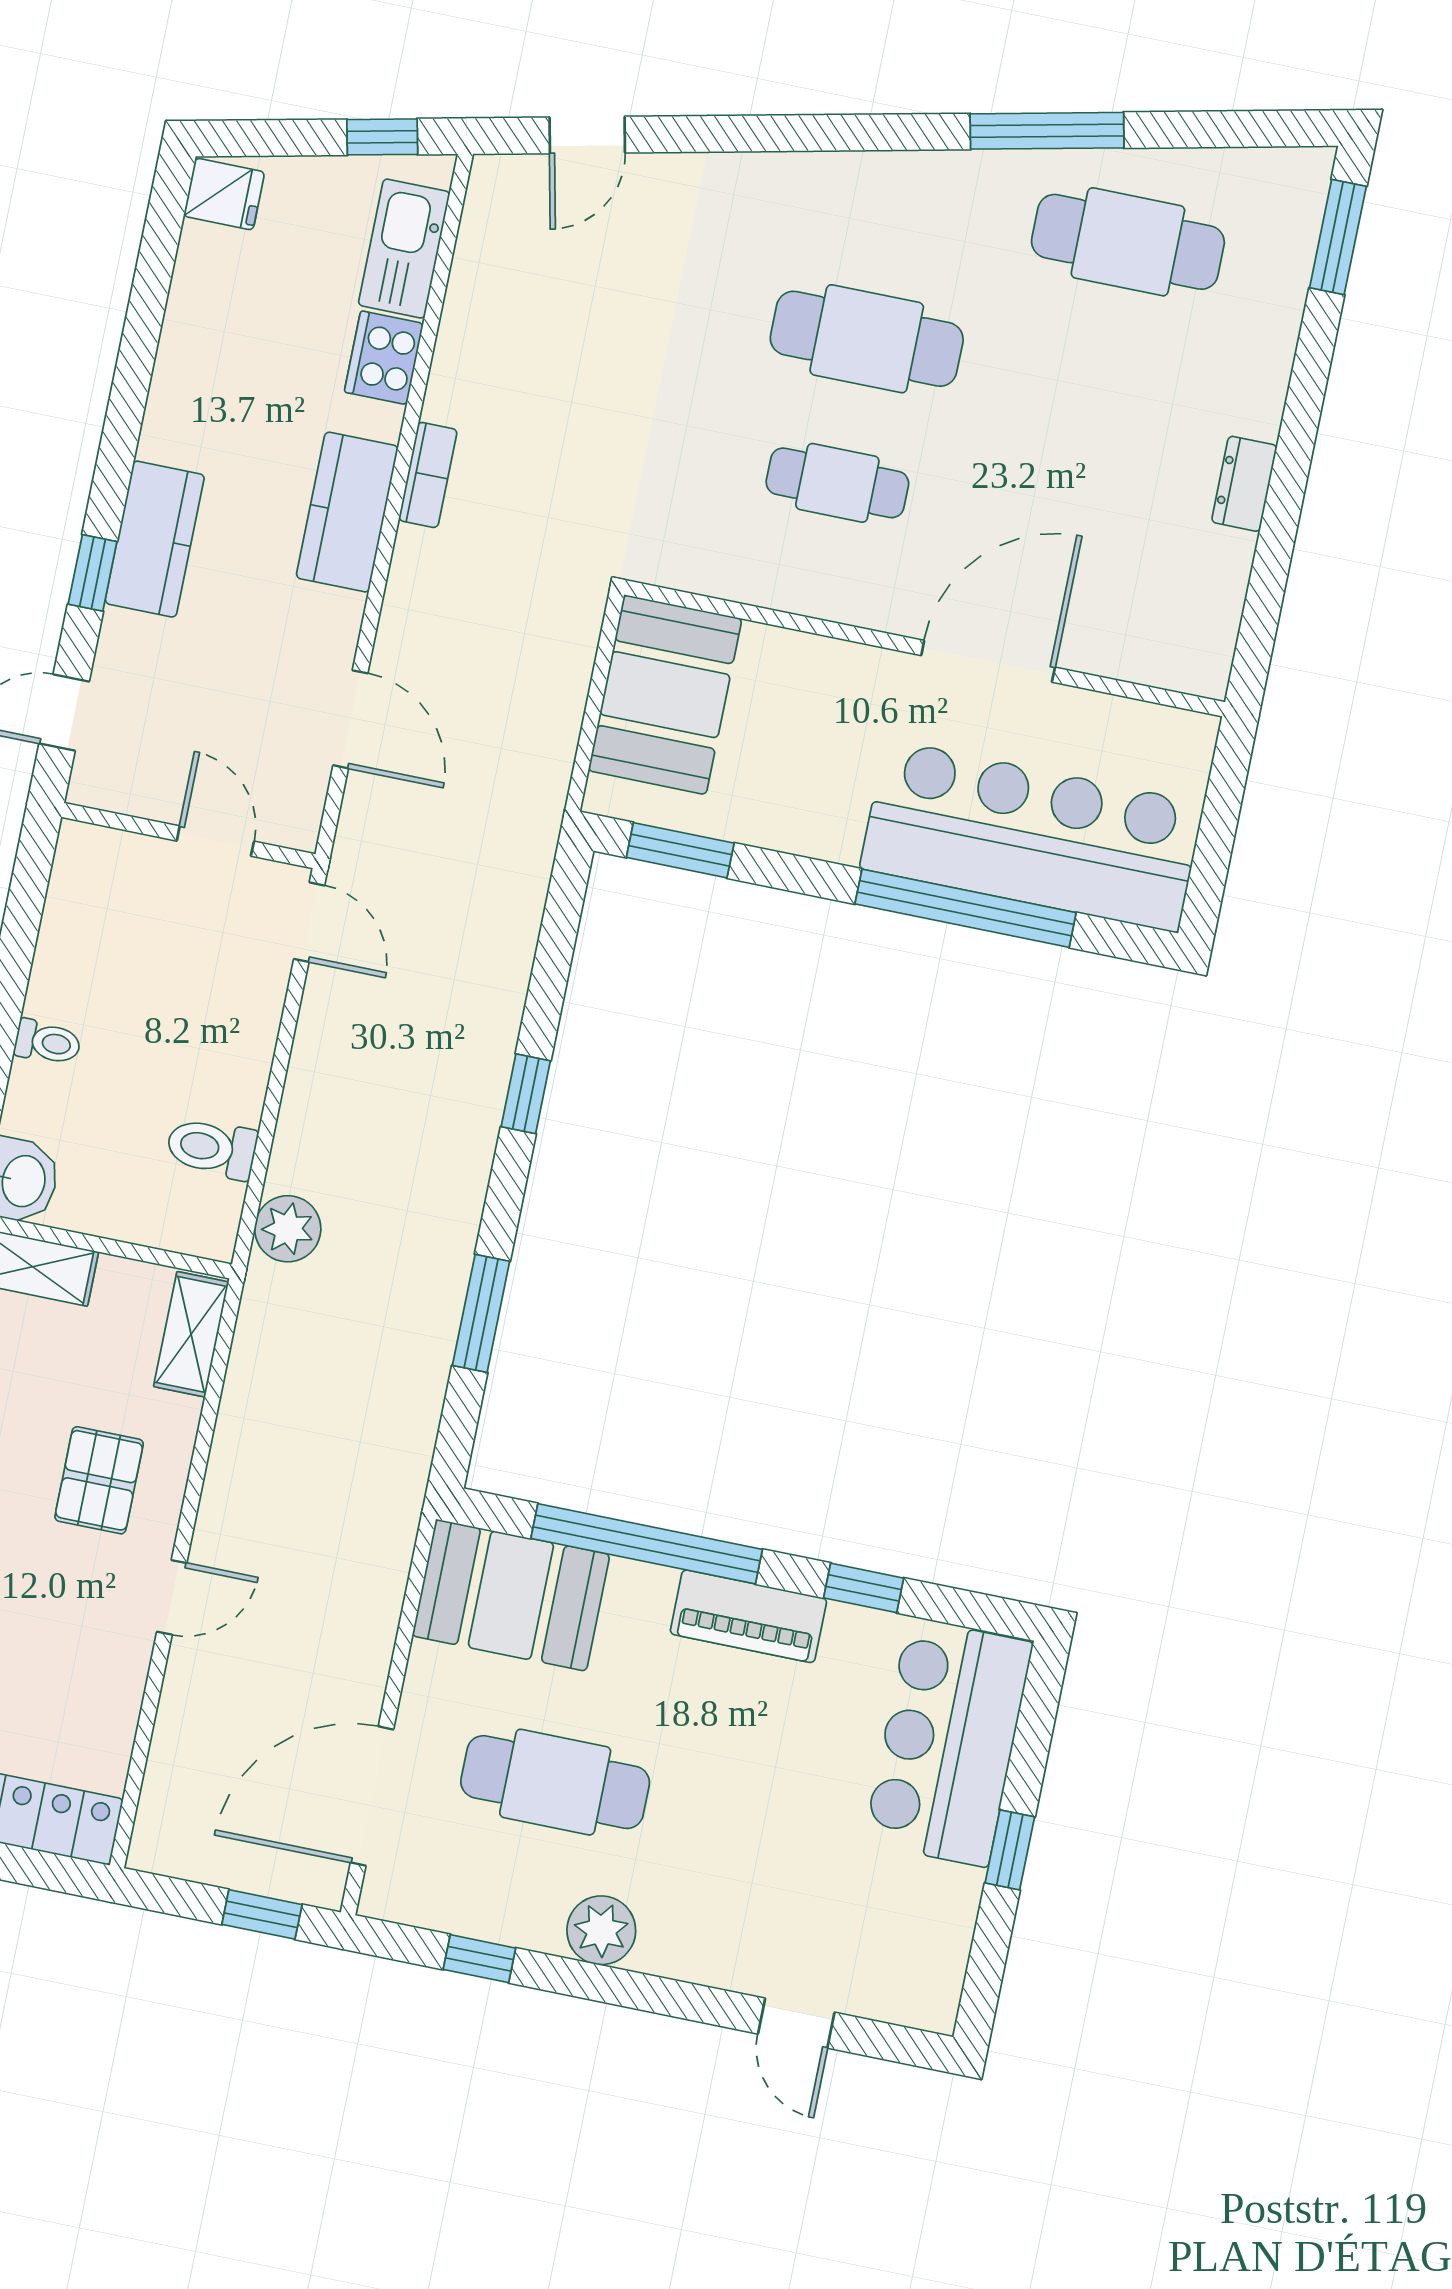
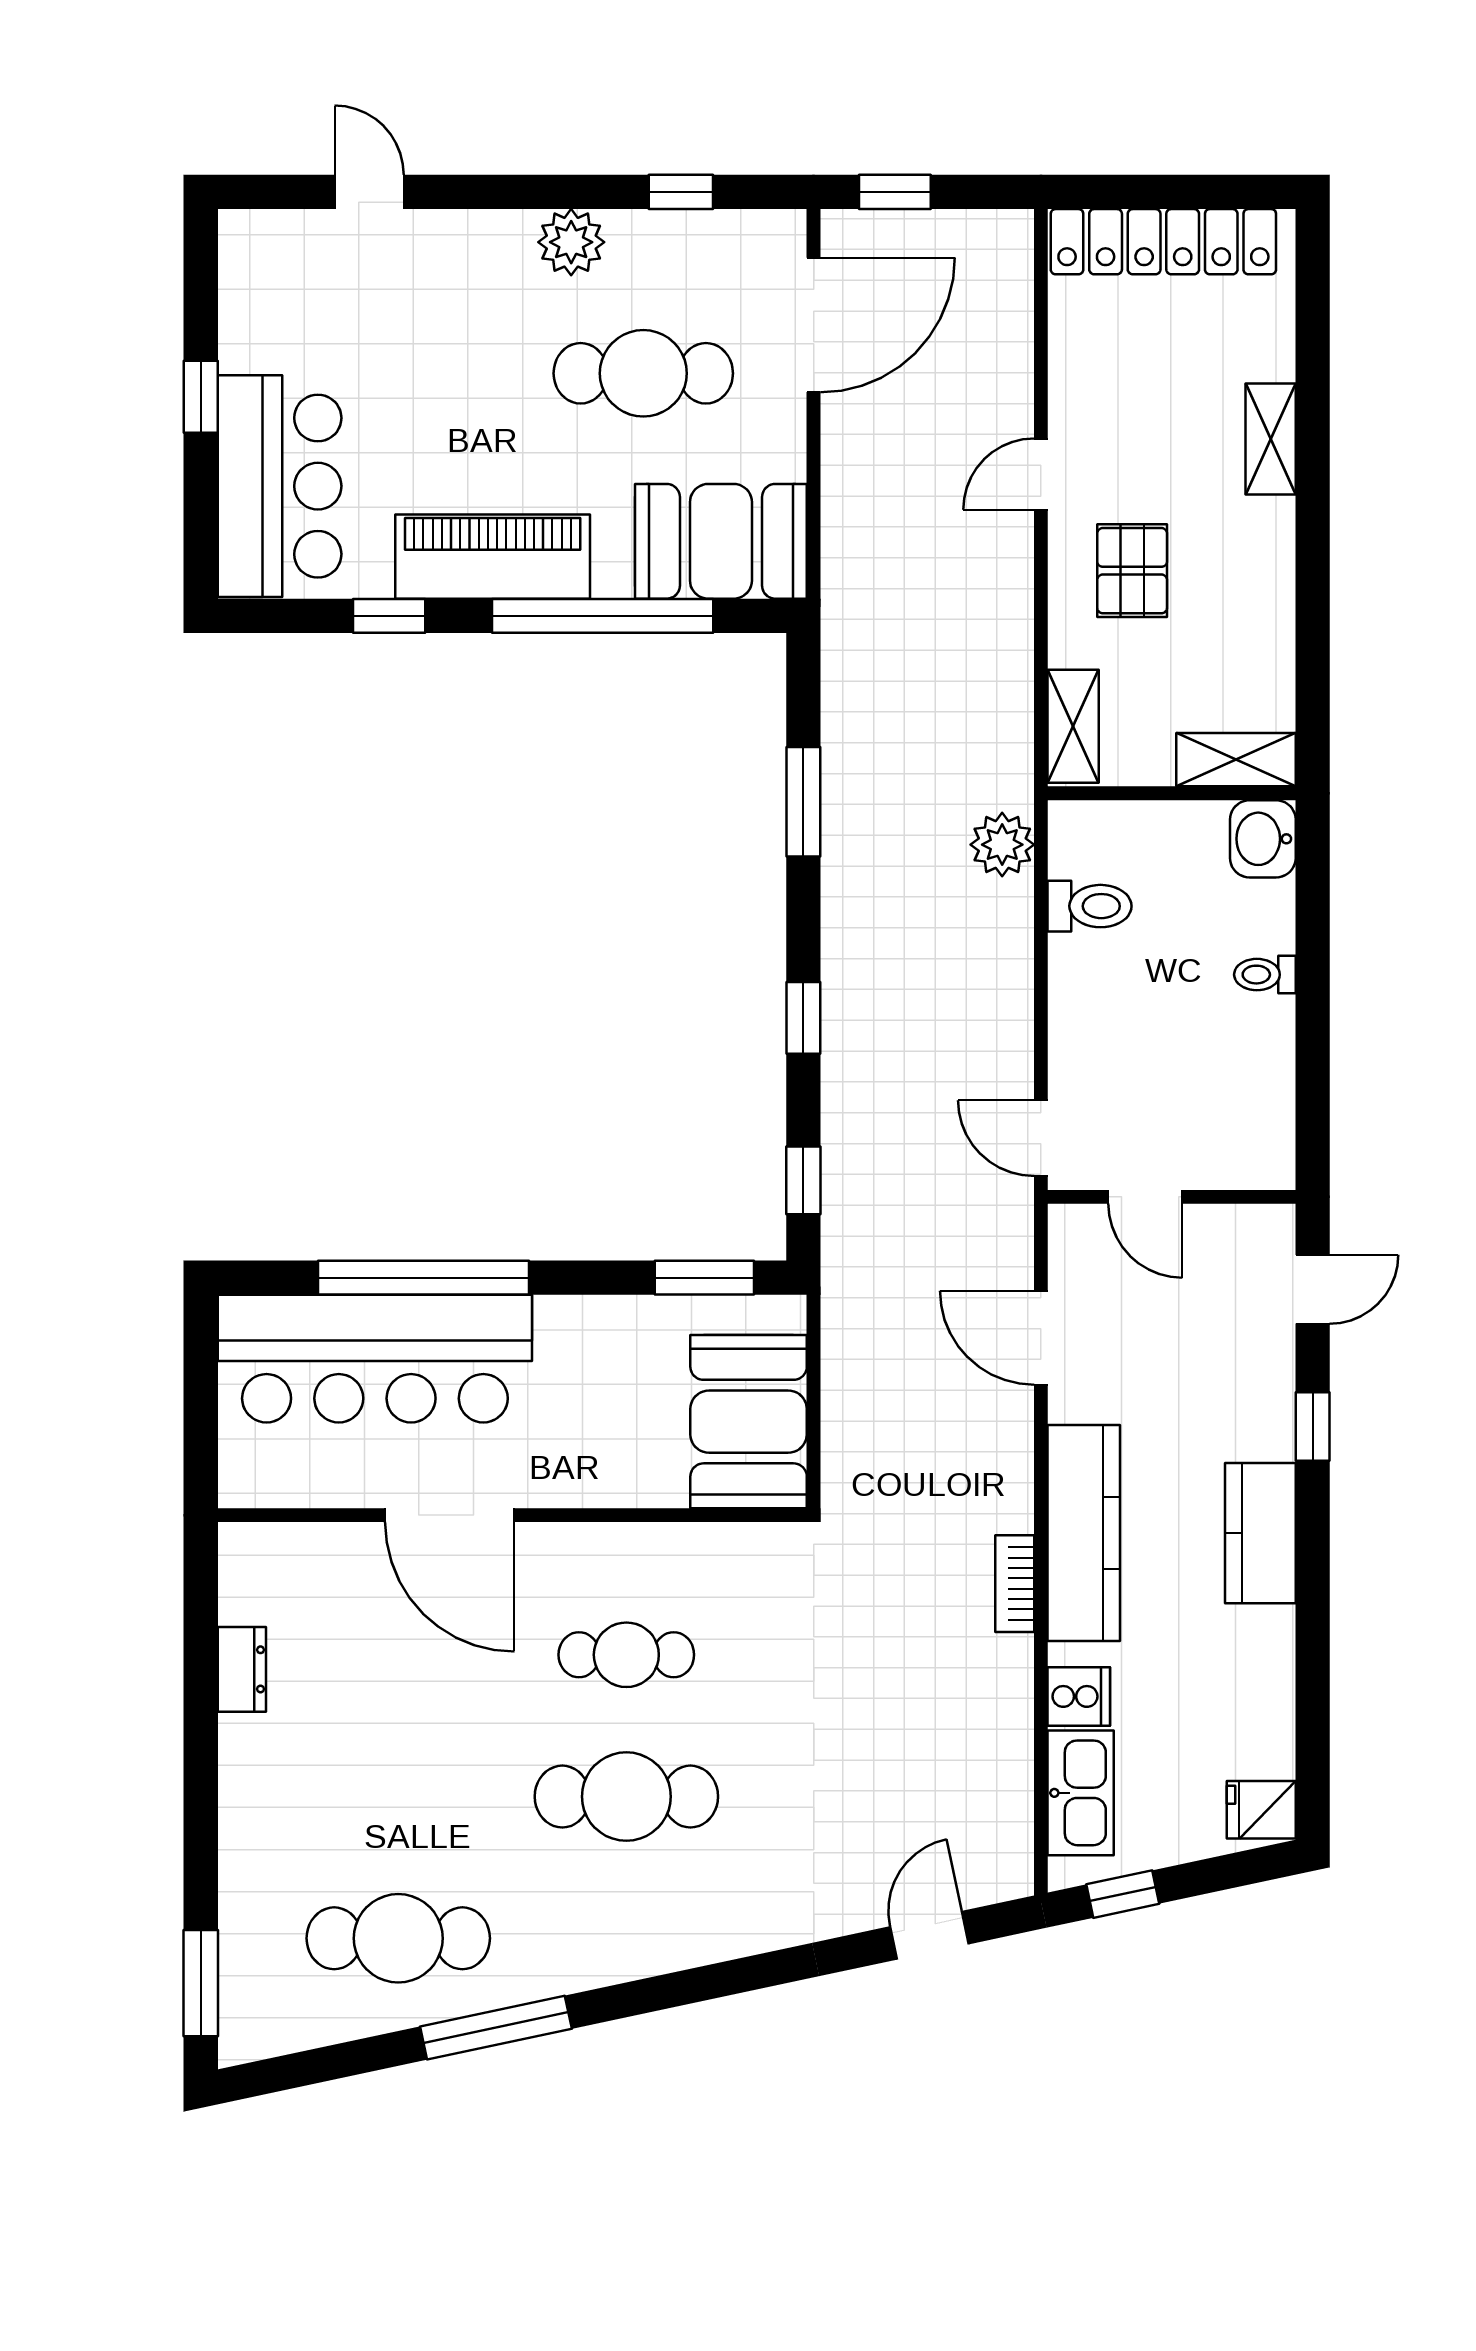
cooker: (384, 358) -> (1079, 1696), width x0.73
dresser: (1244, 484) -> (242, 1669), moved
kitchen counter: (347, 512) -> (1084, 1533), width x1.50
kitchen counter: (155, 539) -> (1260, 1533), moved
door: (988, 661) -> (450, 1515), hinge flipped
window: (559, 928) -> (803, 1180), added
piano: (748, 1616) -> (493, 557), width x1.37, depth x1.33

